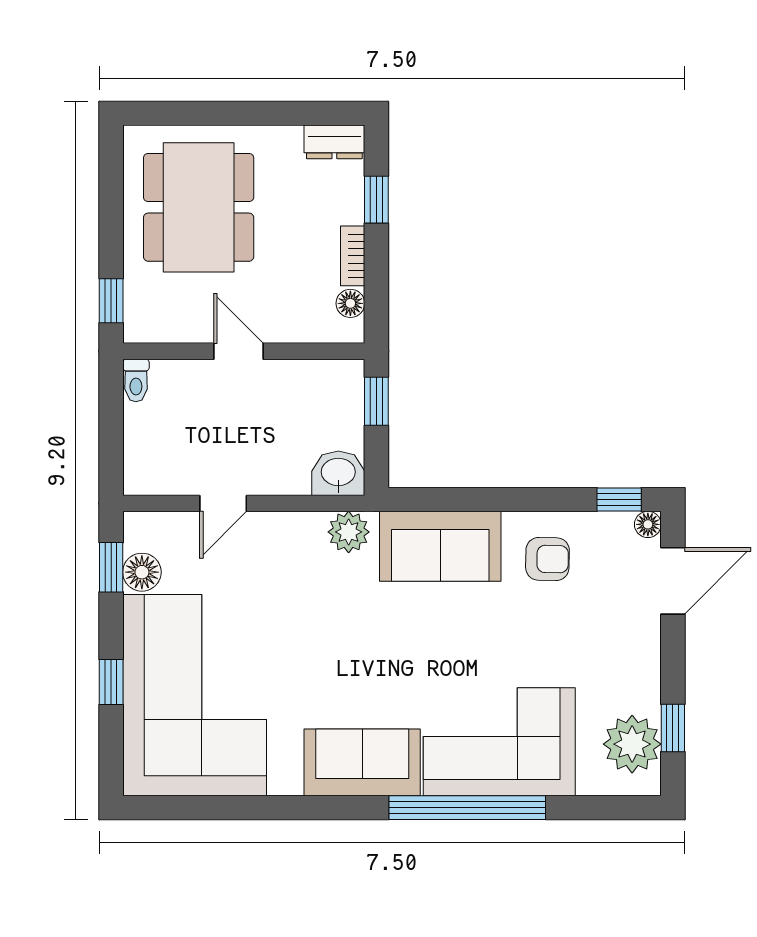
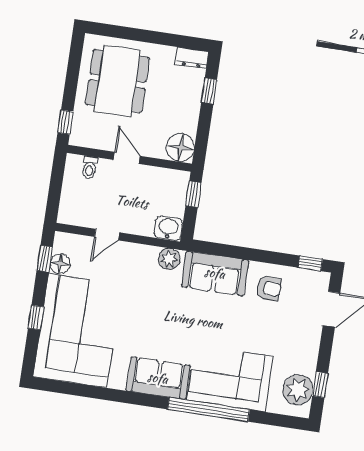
bookcase: (353, 256) -> (193, 118), removed
floor lamp: (350, 303) -> (180, 147), width x1.89, depth x1.89
toilet: (136, 380) -> (90, 168), moved
floor lamp: (648, 524) -> (323, 278), removed

